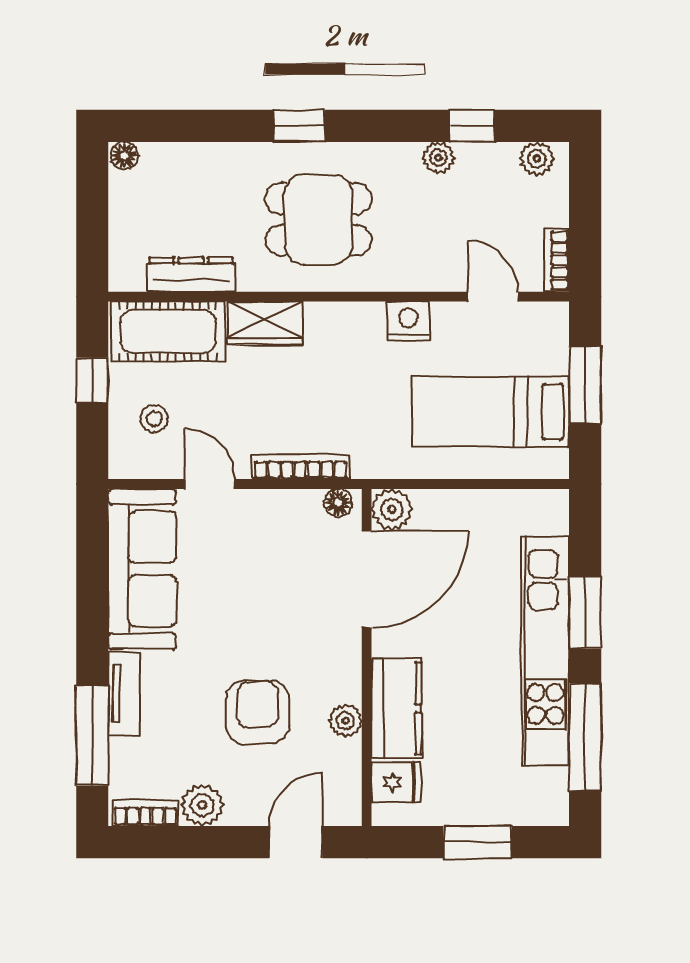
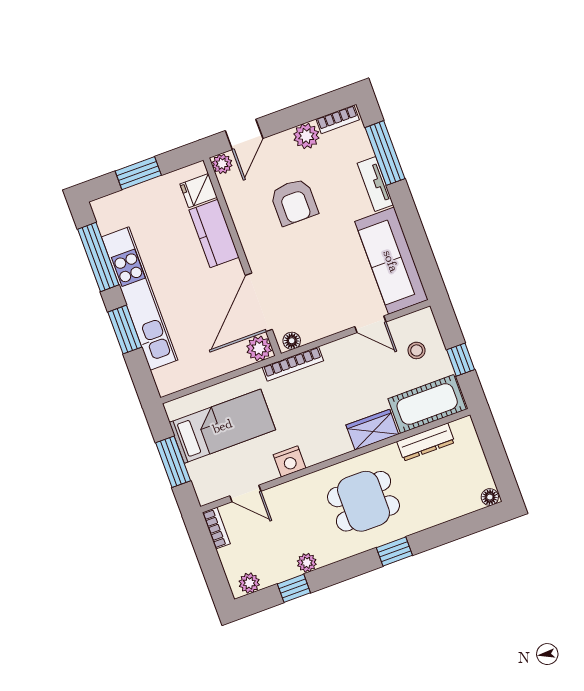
bookcase: (301, 467) -> (293, 364), moved
plant: (345, 721) -> (222, 164), moved

